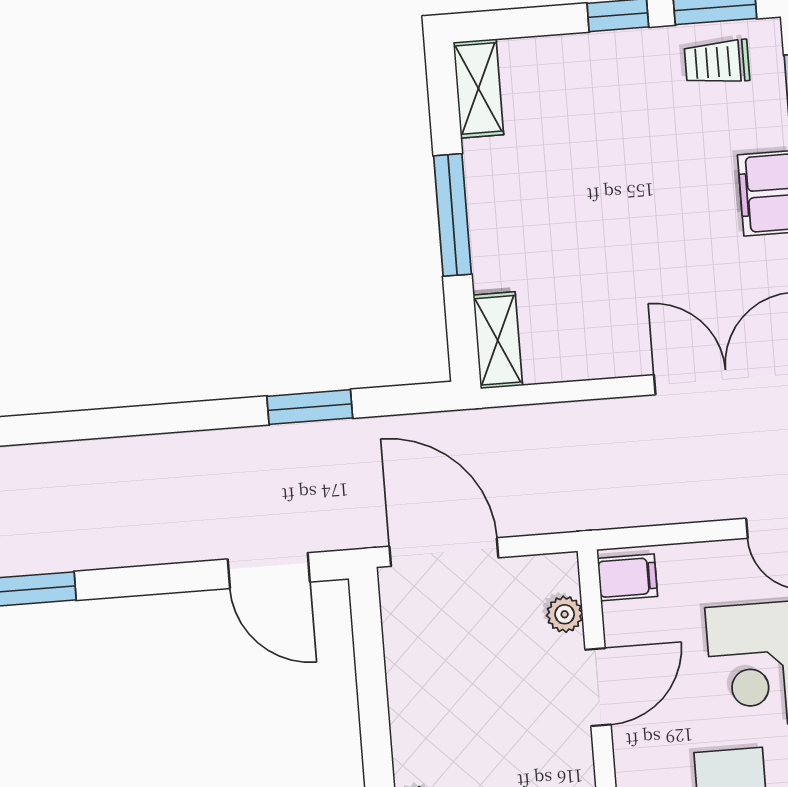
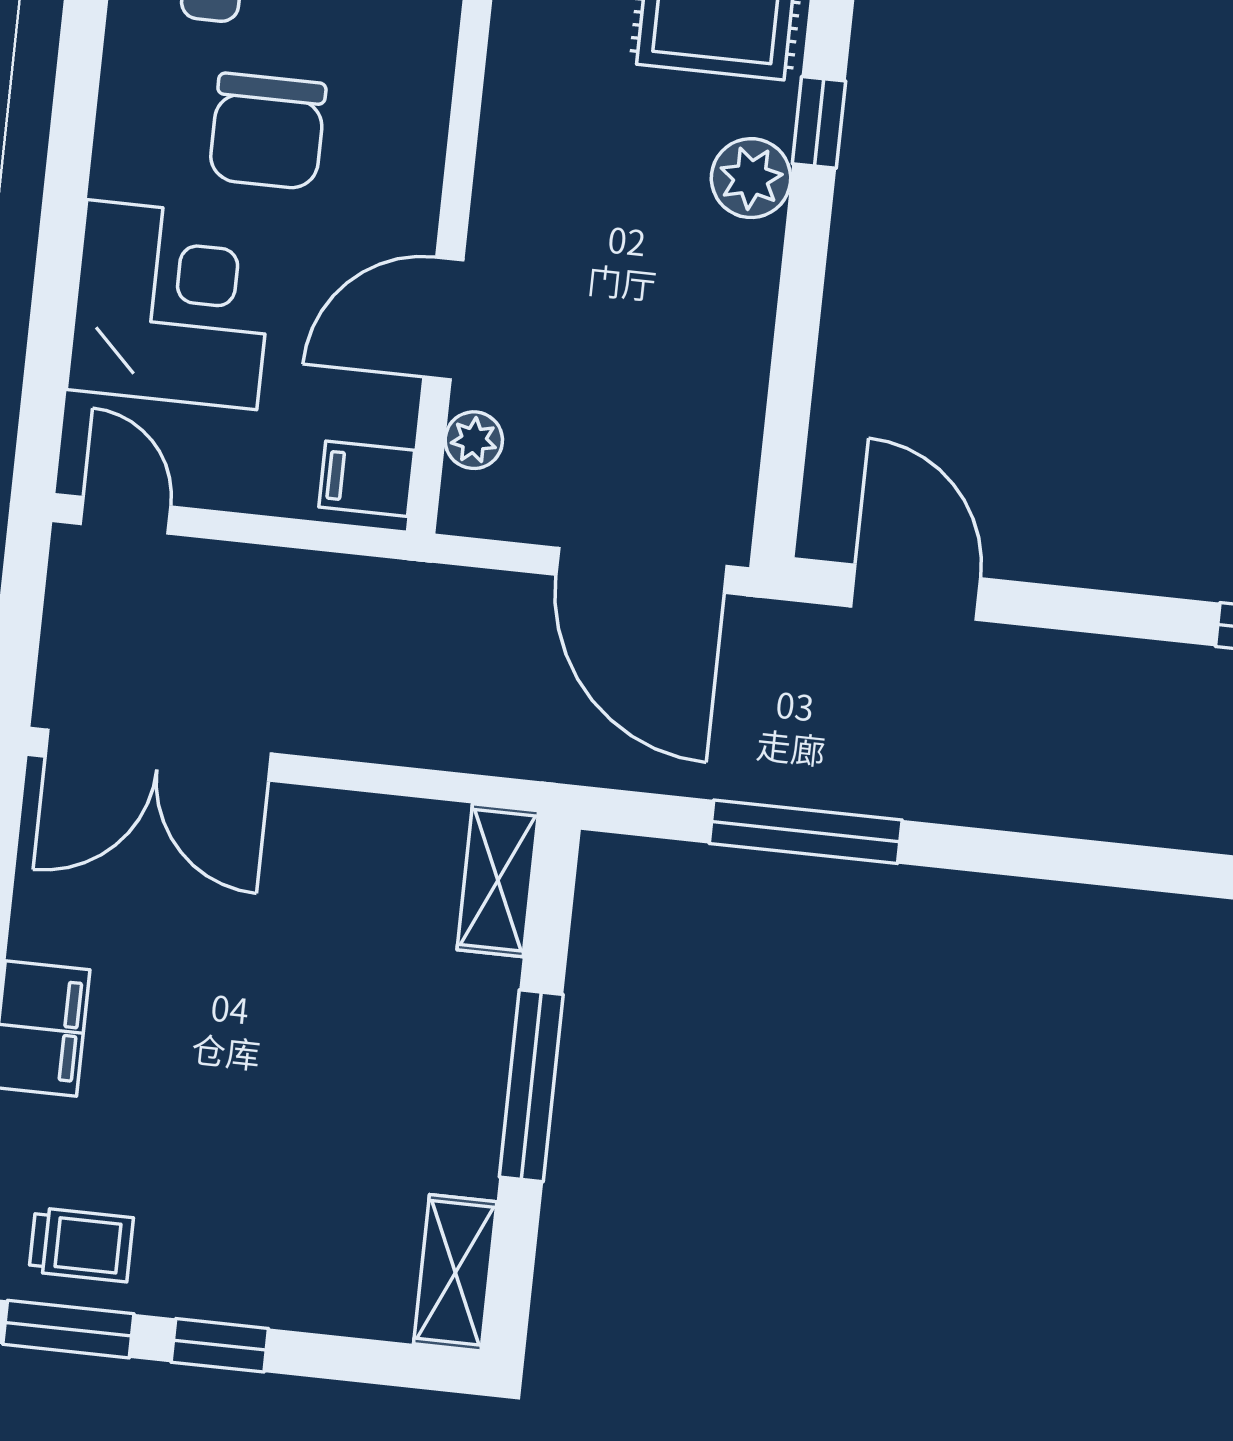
window: (310, 407) -> (806, 832), width x1.44

